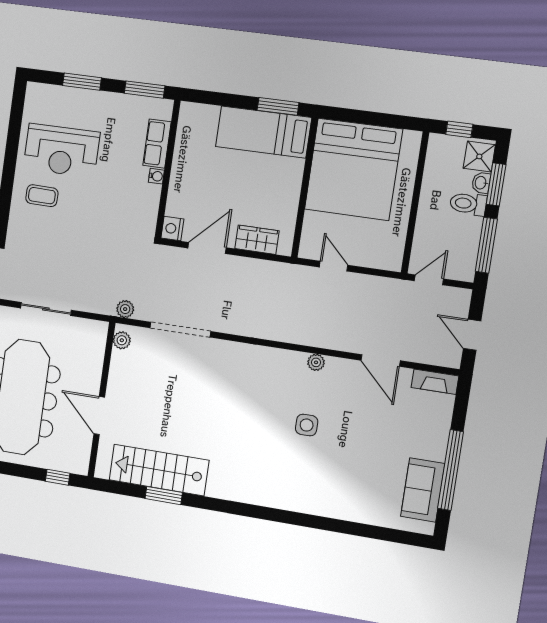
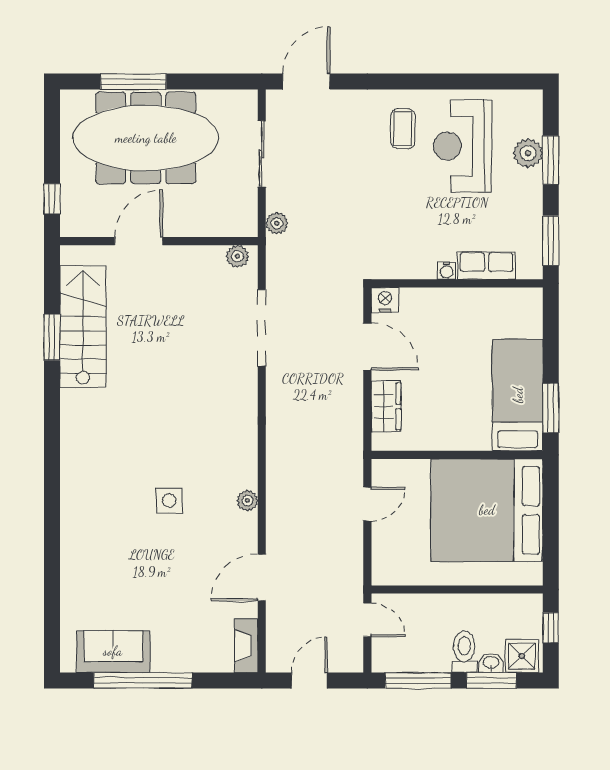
plant: (74, 99) -> (528, 153), added
plant: (125, 309) -> (277, 223), moved

